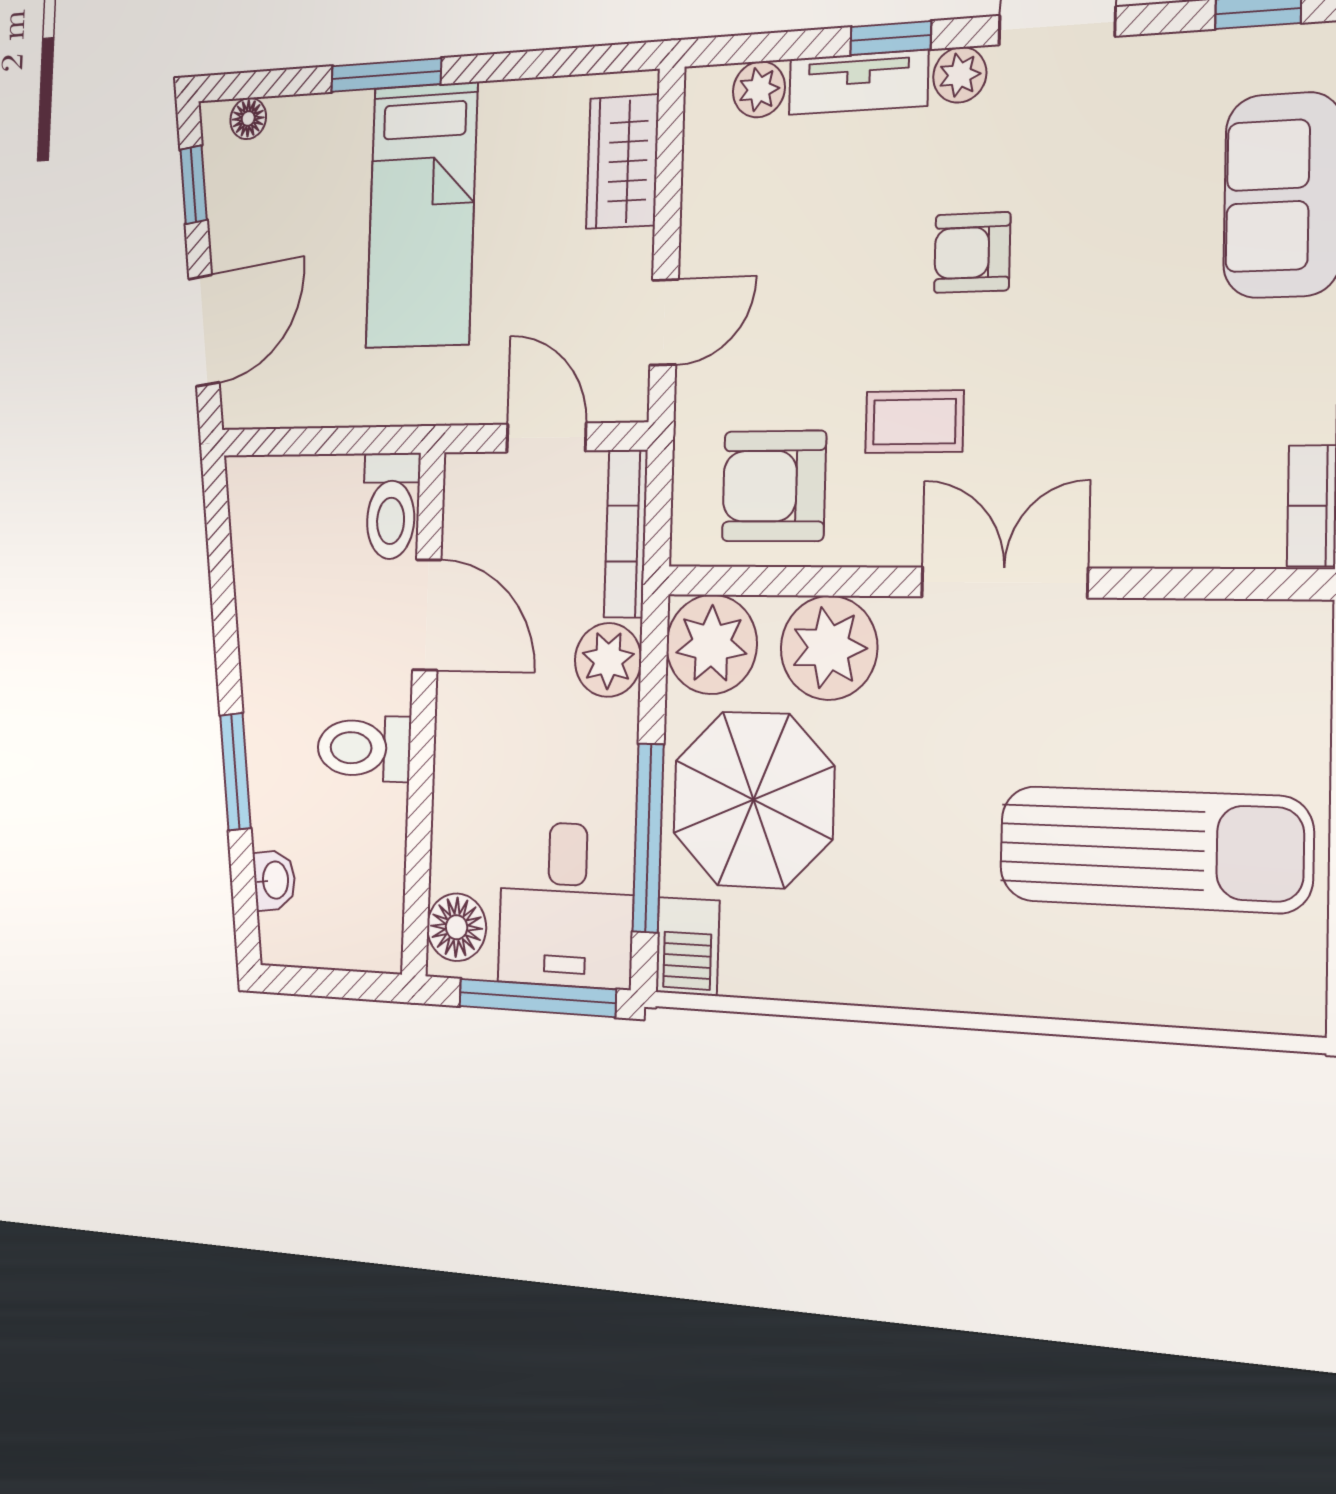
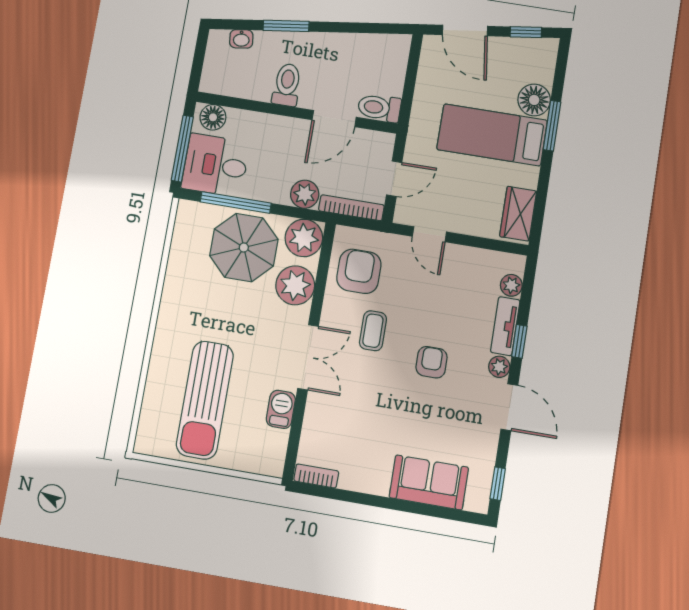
floor lamp: (248, 118) -> (534, 100), moved, width x1.89, depth x1.89
wardrobe: (622, 162) -> (518, 214), moved, turned -90
barbecue: (688, 946) -> (281, 409), moved, turned 90

